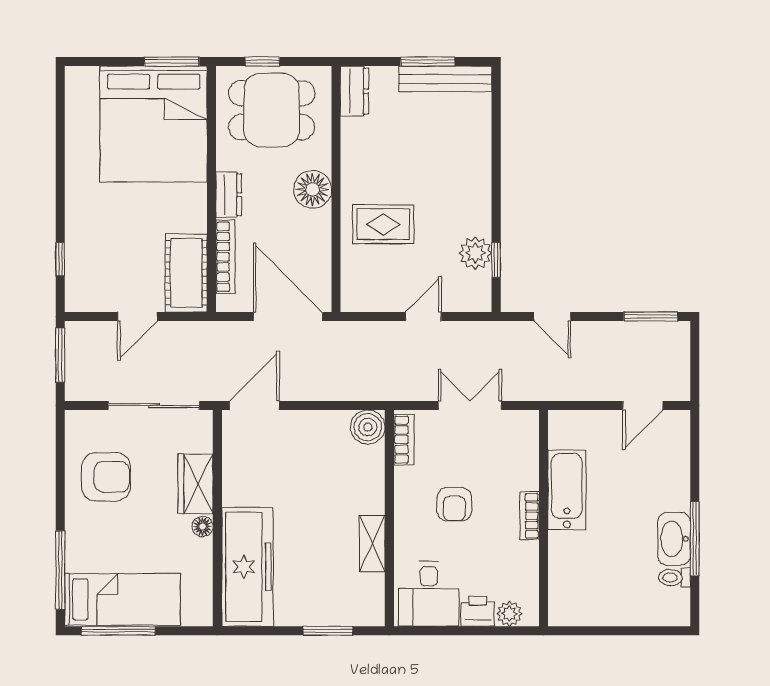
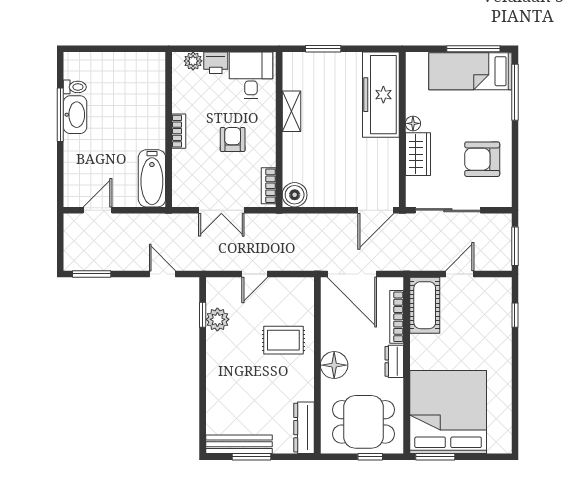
dresser: (355, 91) -> (304, 428), width x1.44
bathtub: (567, 490) -> (152, 178), moved

